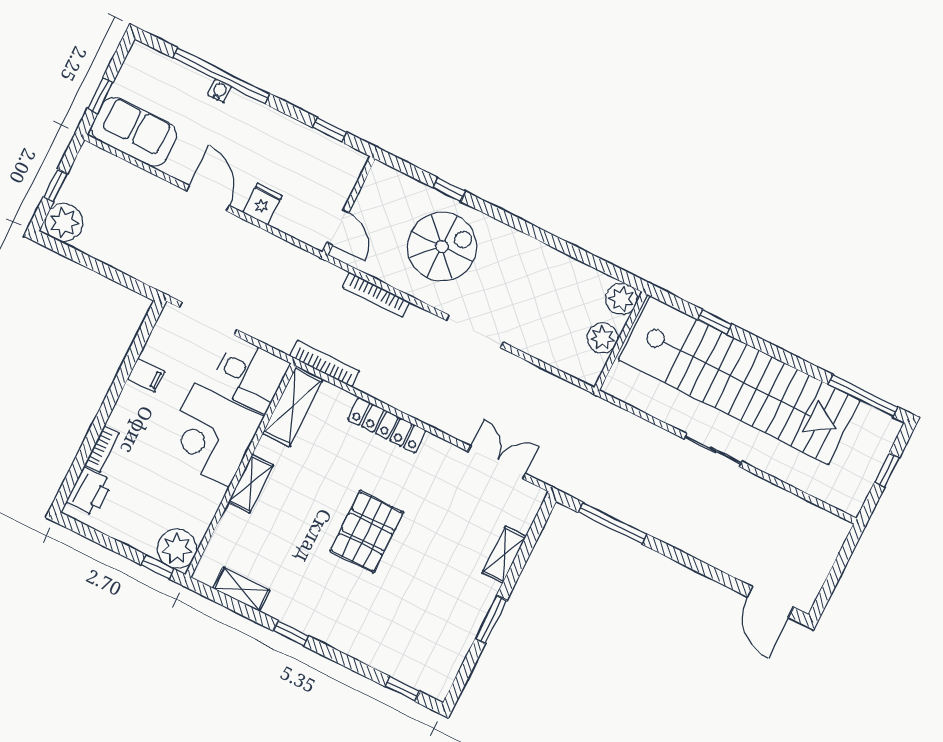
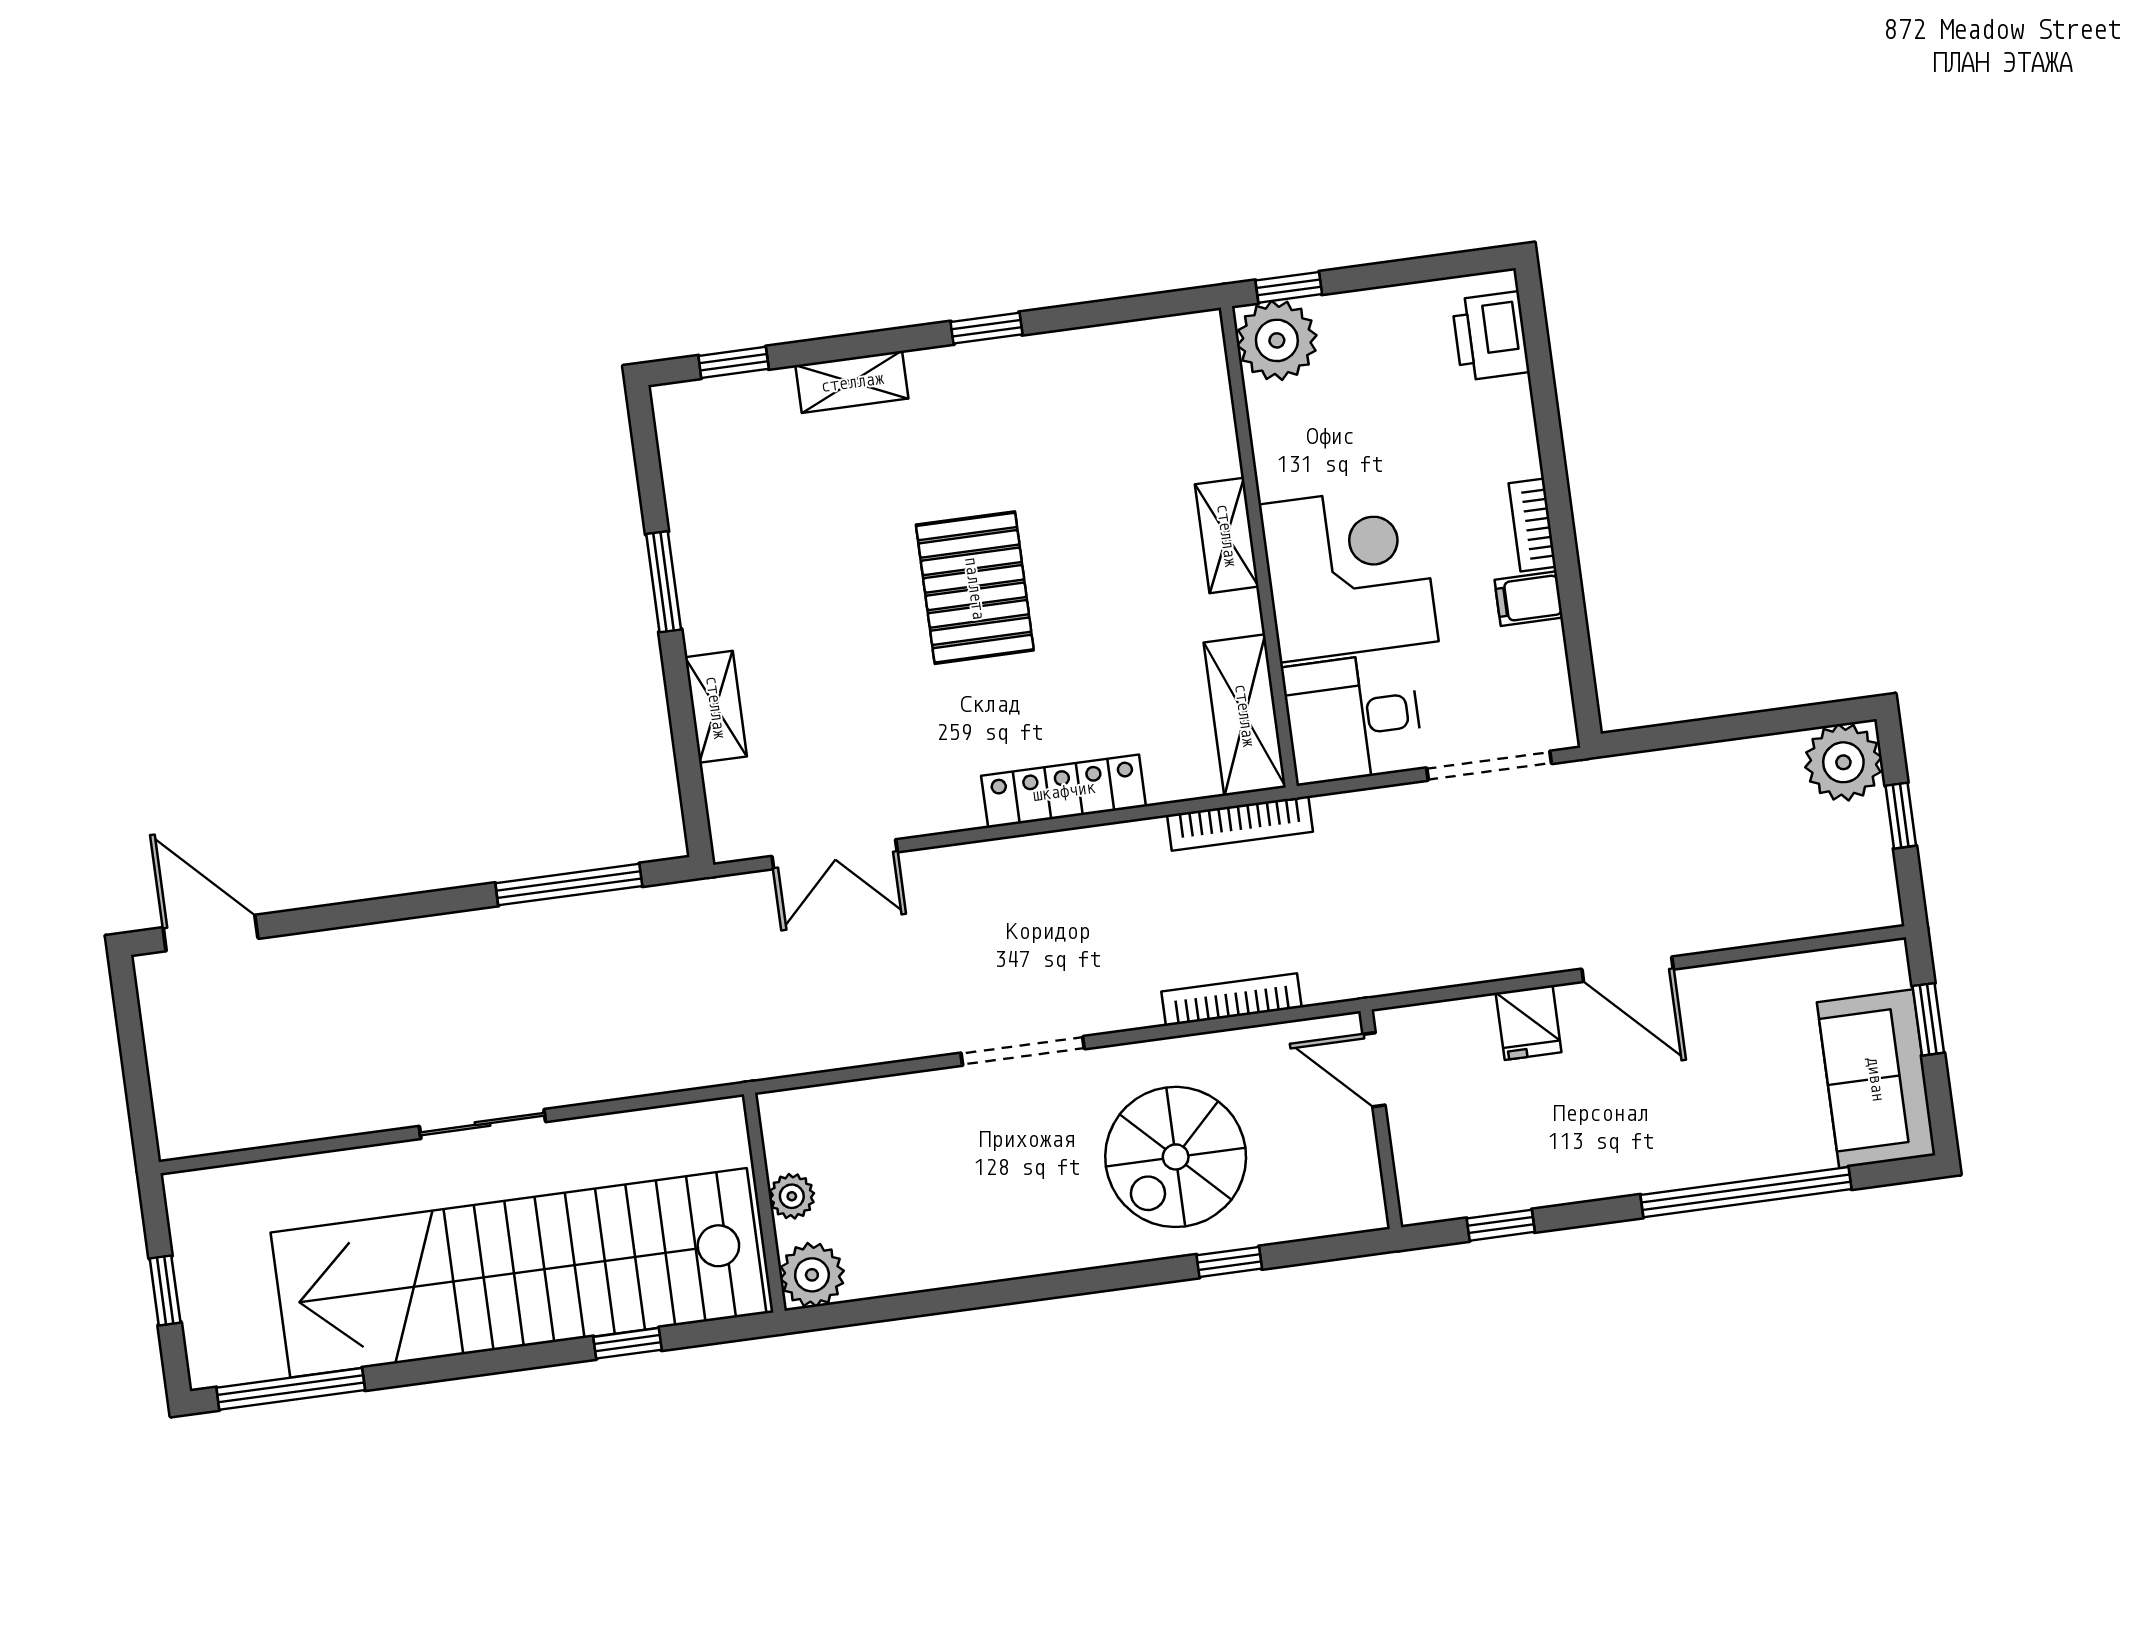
water cooler: (220, 91) -> (1732, 1164), removed
sofa: (134, 132) -> (1876, 1079), moved, turned 90
plant: (602, 338) -> (792, 1196), width x0.73, depth x0.73
bookcase: (102, 449) -> (1532, 525), moved
shelving: (241, 589) -> (852, 382), moved

